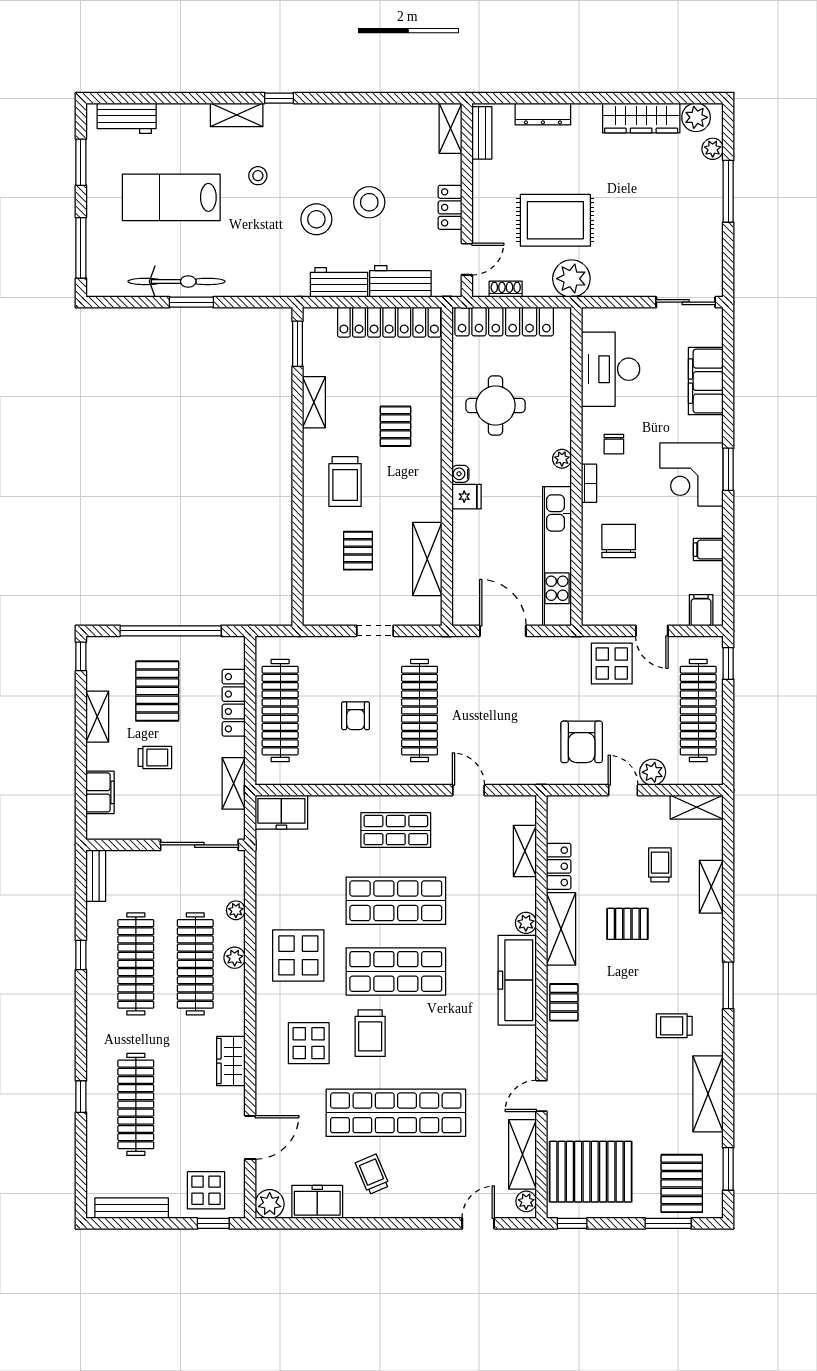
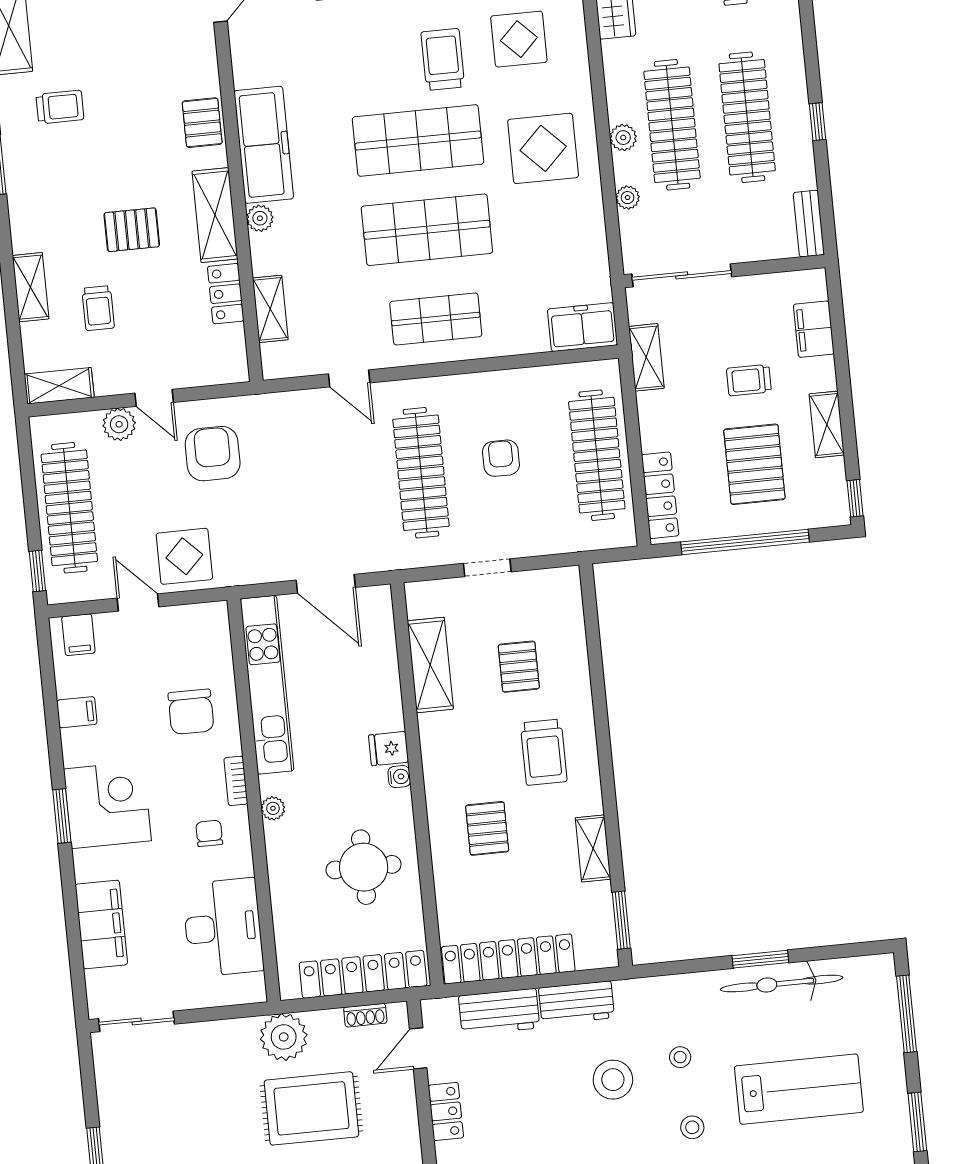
stool: (369, 202) -> (680, 1057), moved, width x0.53, depth x0.53
trolley: (345, 482) -> (544, 752), turned 180
locker: (234, 703) -> (660, 495), moved

